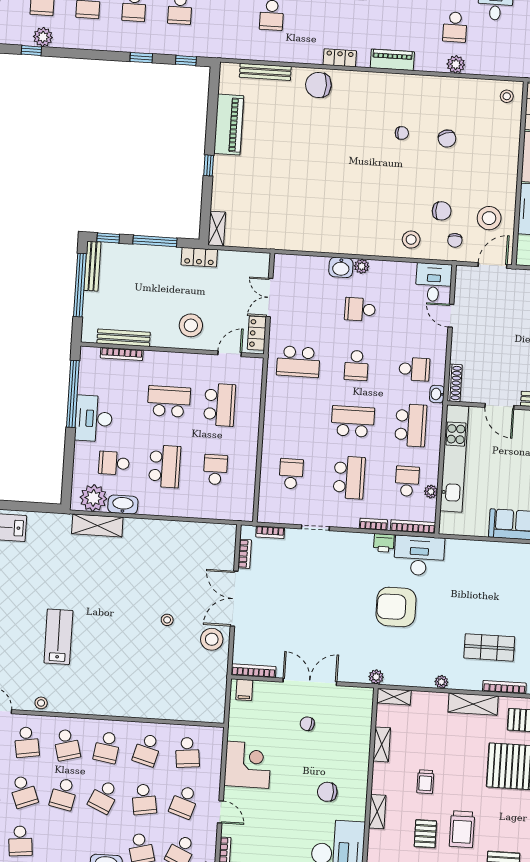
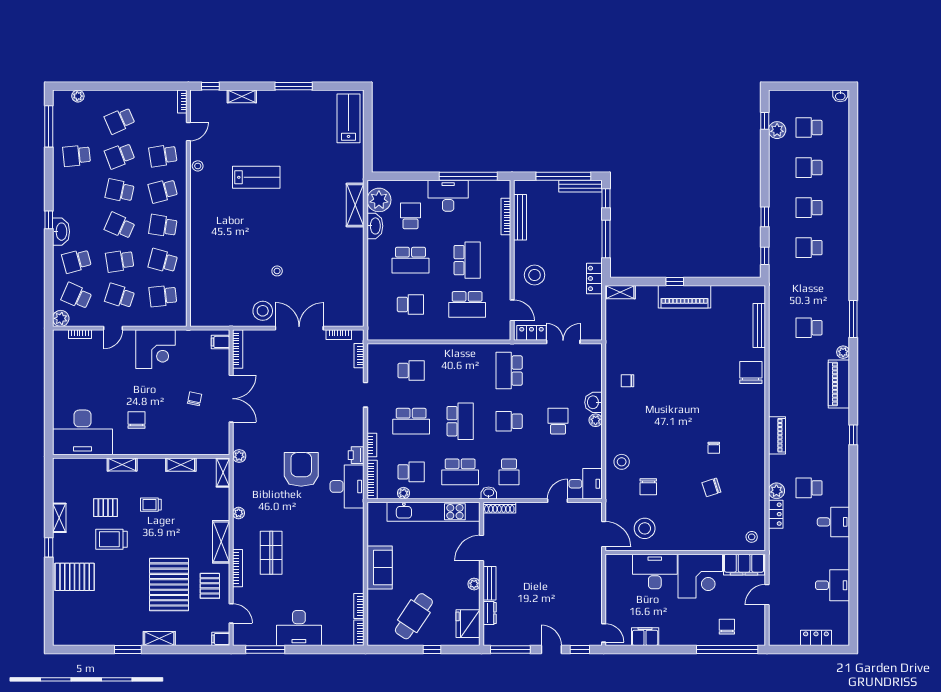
locker: (340, 58) -> (776, 514), moved
piano: (229, 125) -> (685, 297), moved
chair: (455, 240) -> (628, 381), moved

